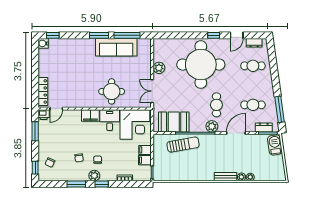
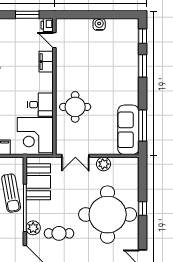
window: (99, 35) -> (143, 66), moved
window: (214, 35) -> (143, 208), moved
water cooler: (43, 43) -> (99, 24), moved
sofa: (116, 47) -> (128, 130), moved
locker: (43, 91) -> (75, 24), removed
double door: (152, 91) -> (75, 156), swing flipped
filing cabinet: (90, 116) -> (46, 62), moved

